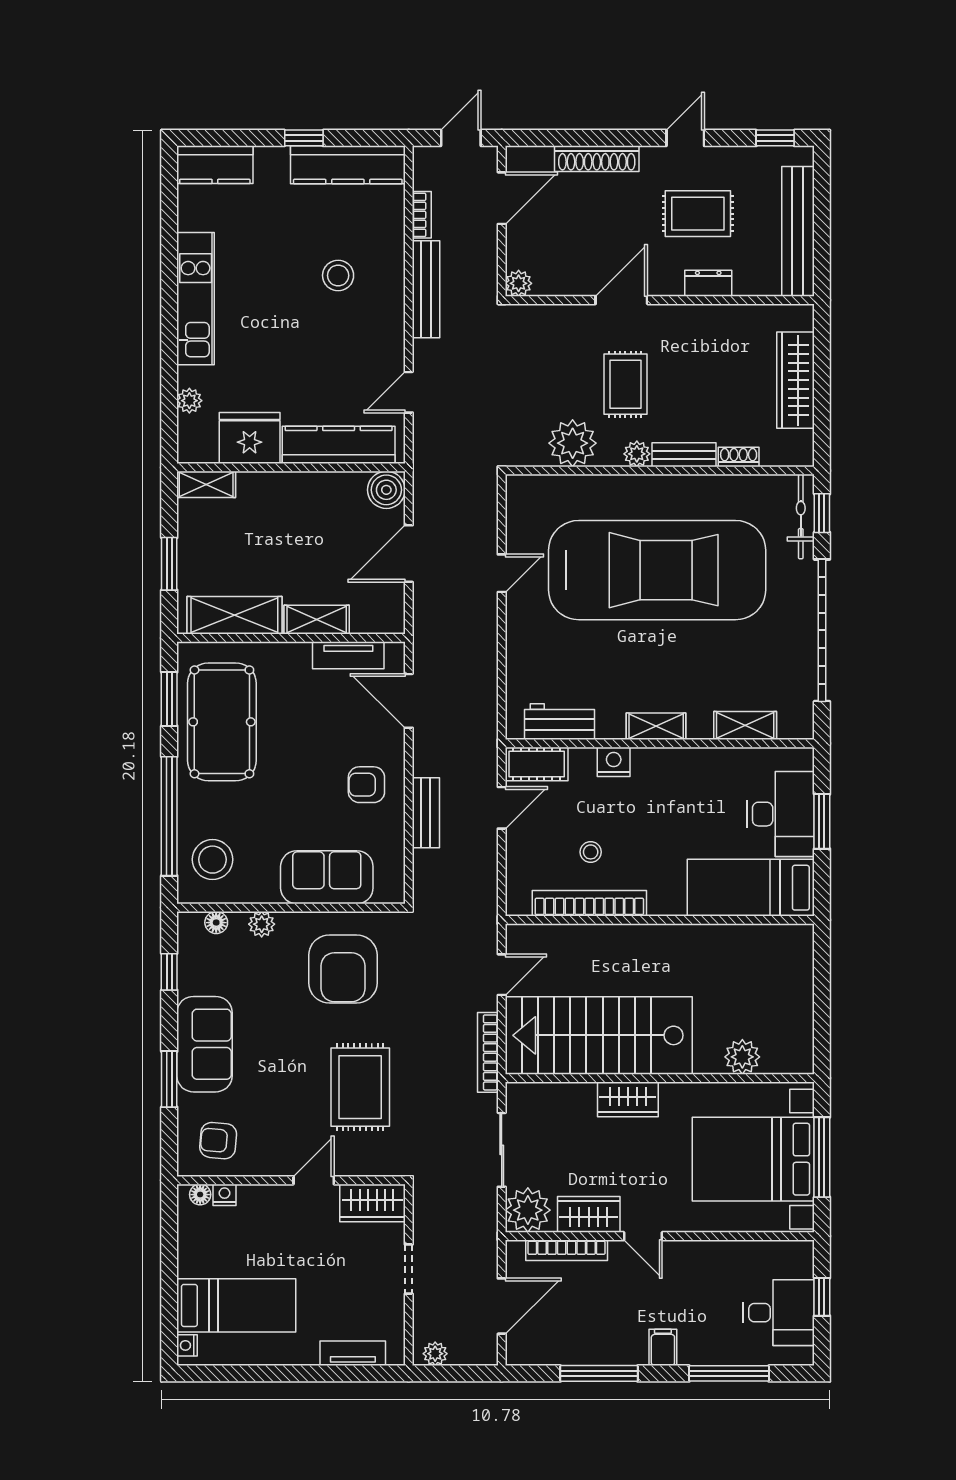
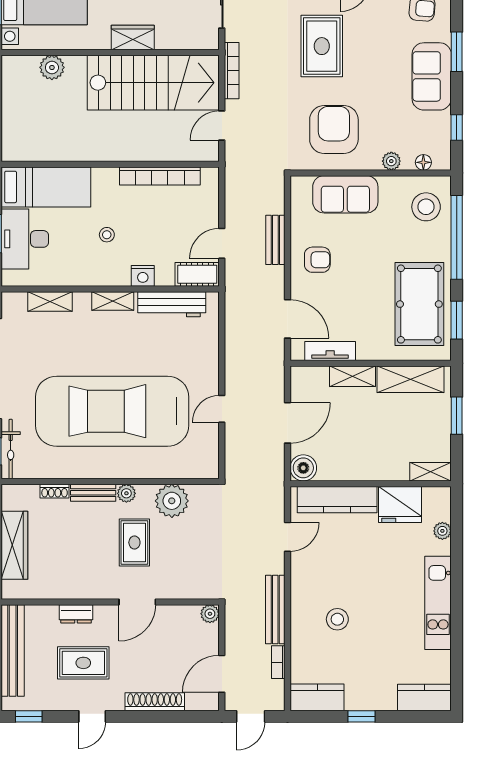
kitchen counter: (348, 165) -> (317, 697), width x0.67
workbench: (560, 722) -> (172, 304), width x1.38
stool: (591, 852) -> (107, 235), moved

